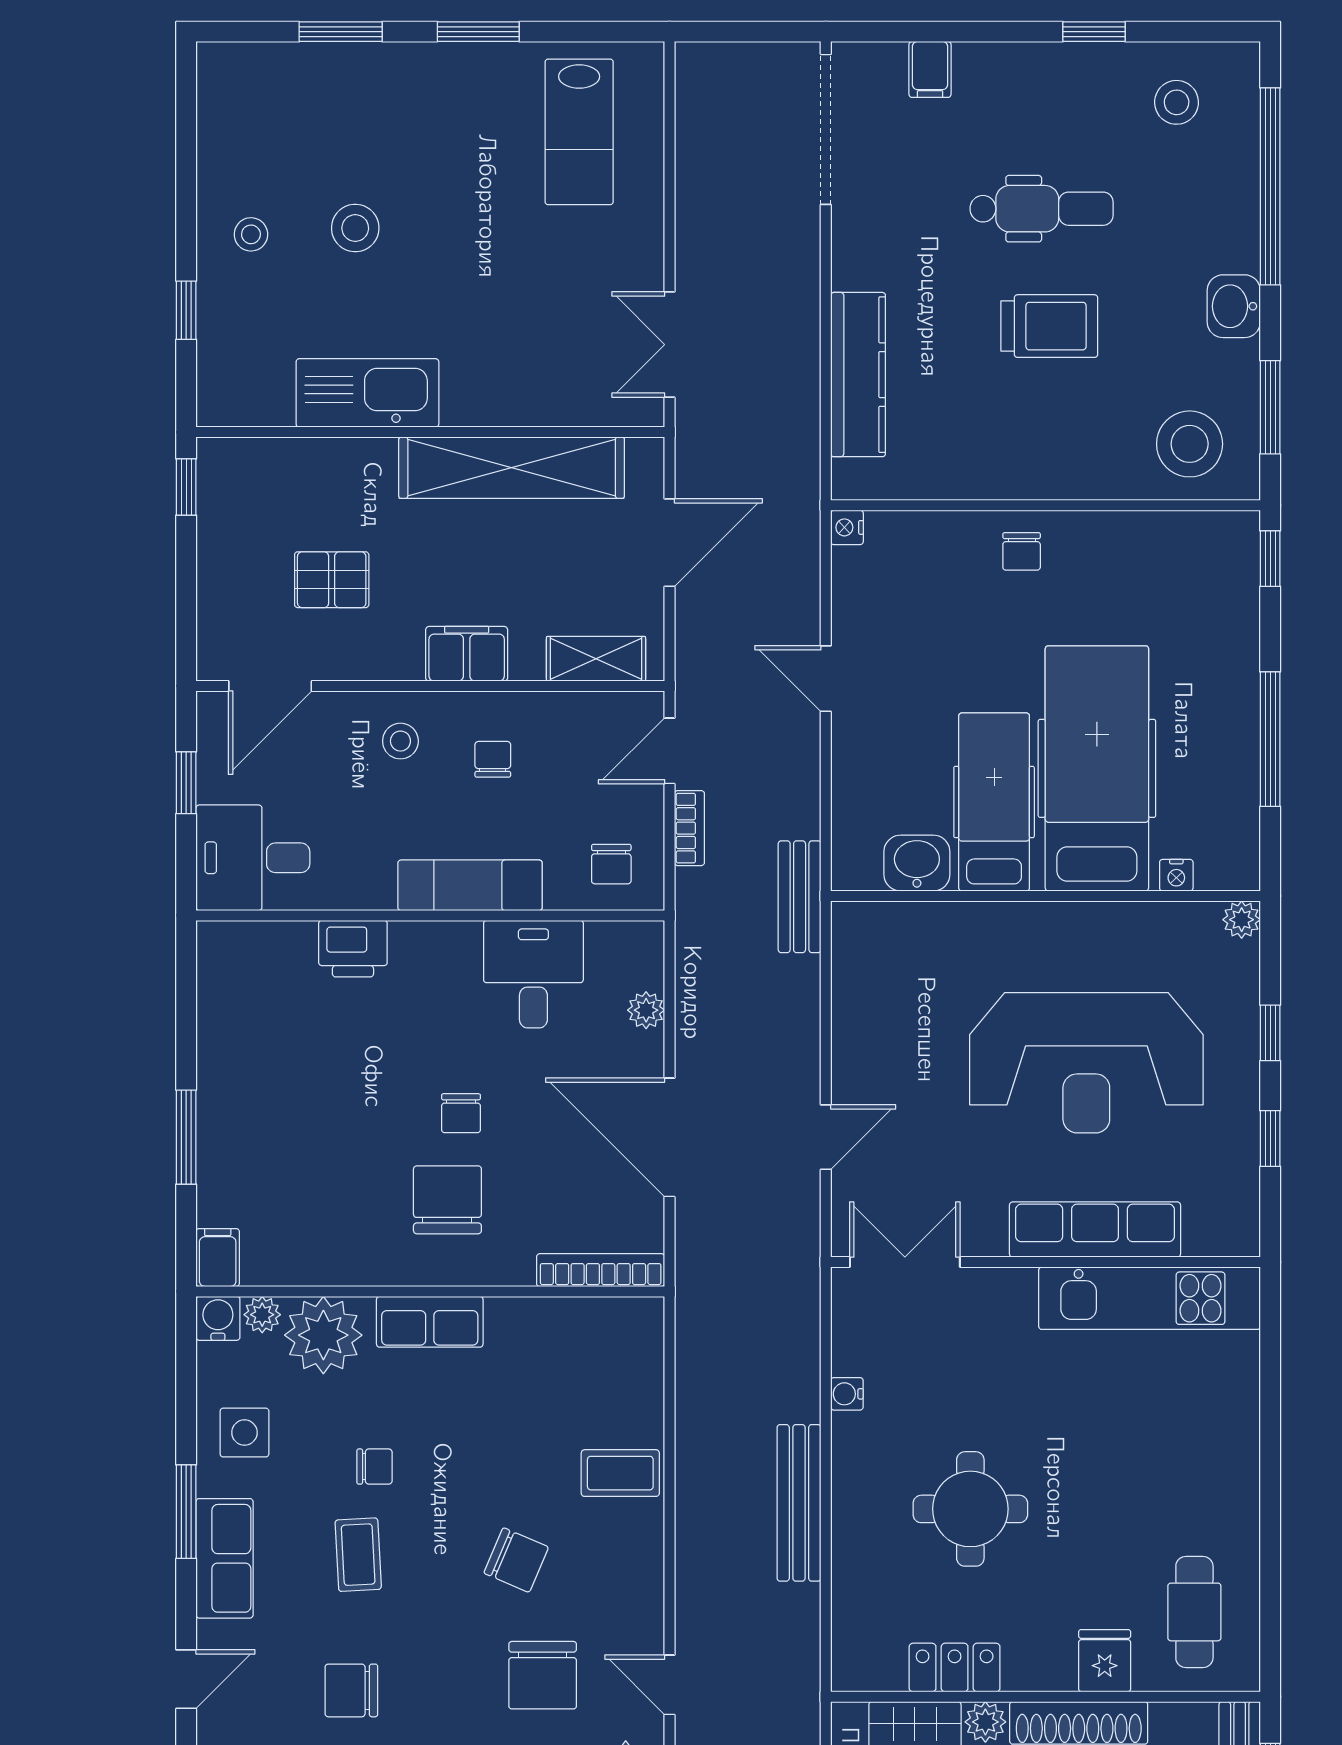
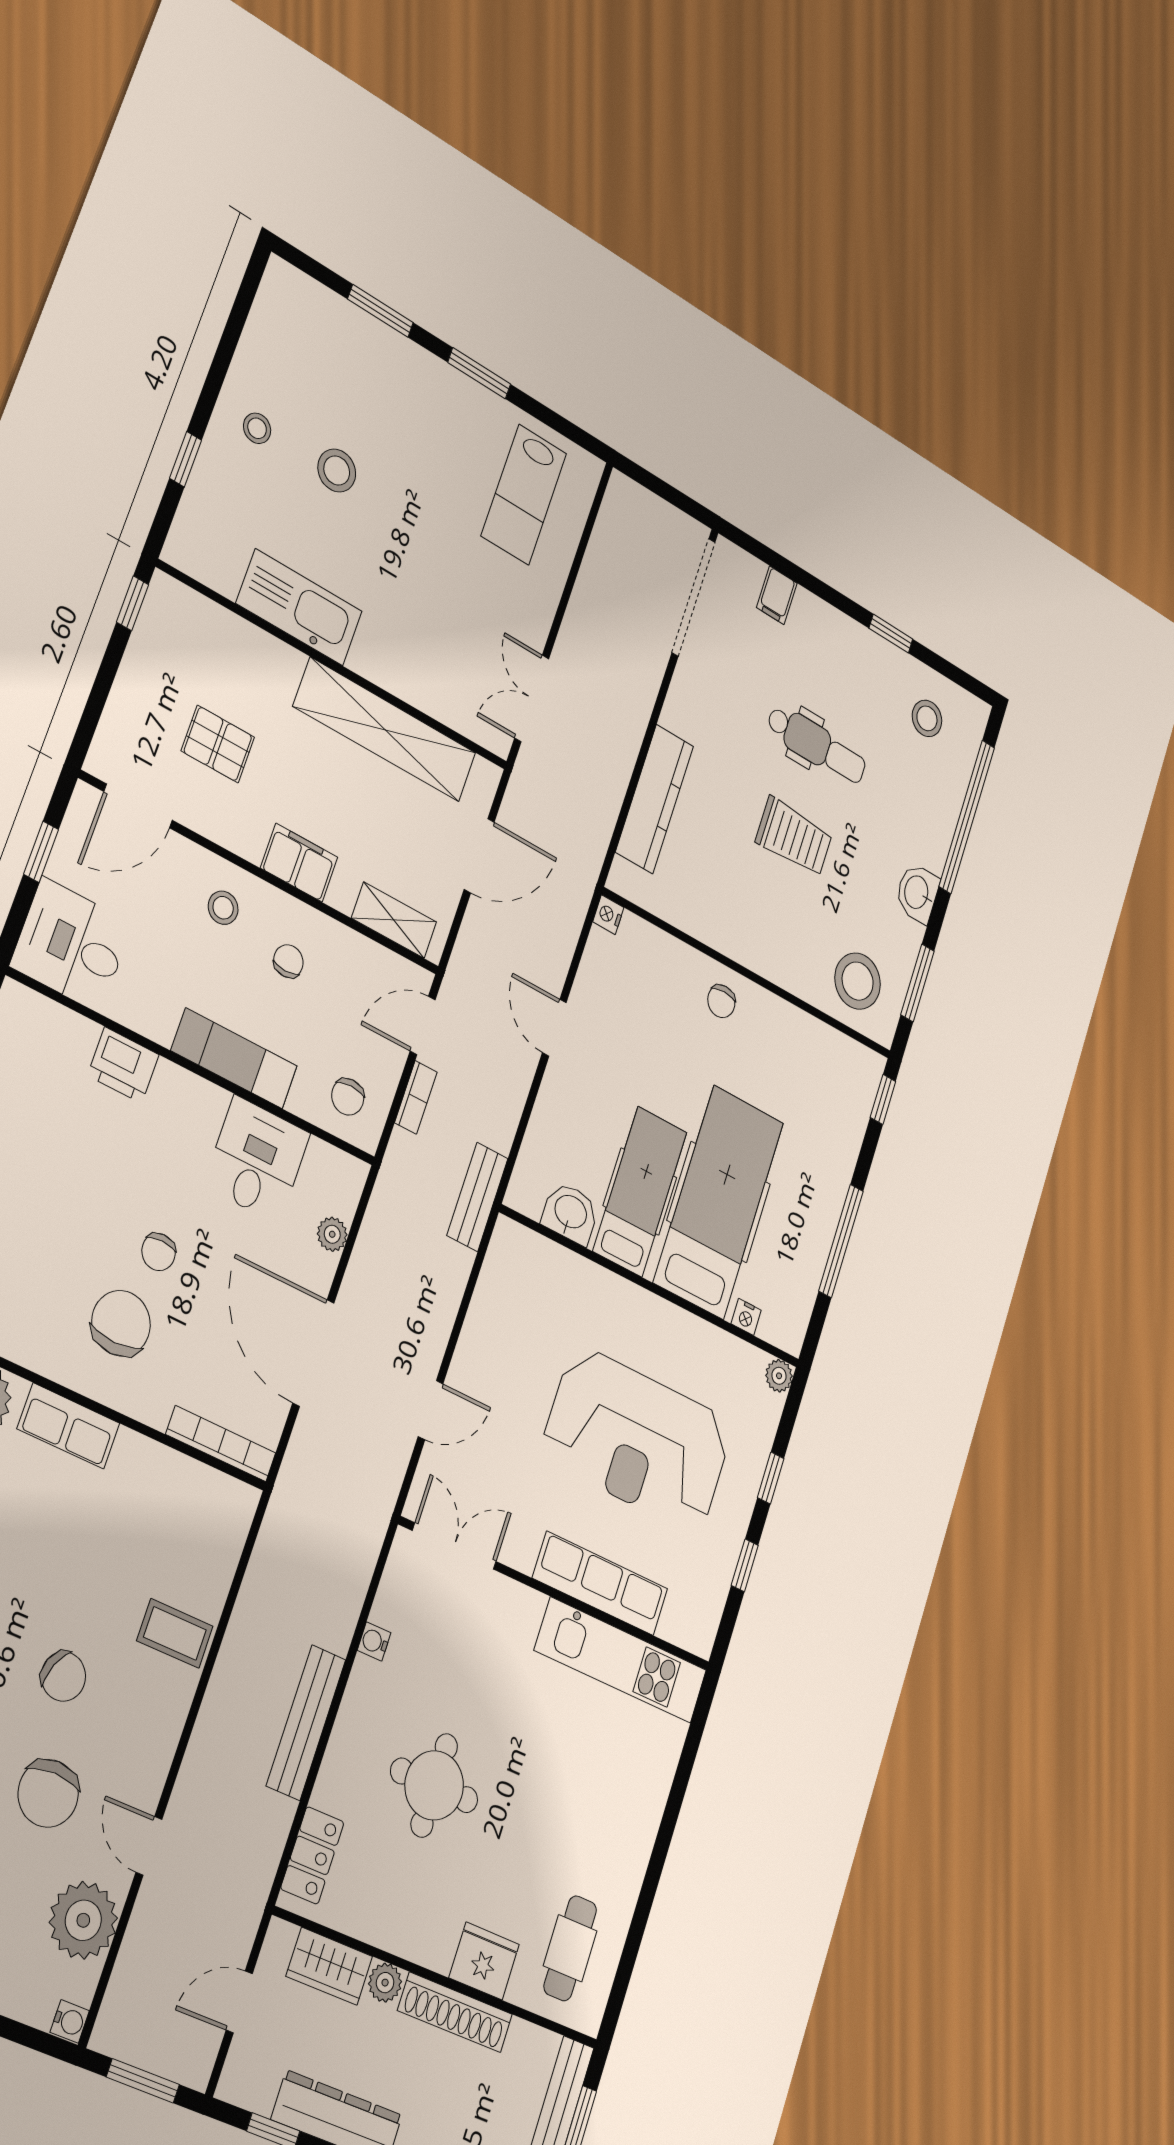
fridge: (1105, 1661) -> (484, 1961), width x1.38
locker: (955, 1668) -> (312, 1855), moved, turned 90

